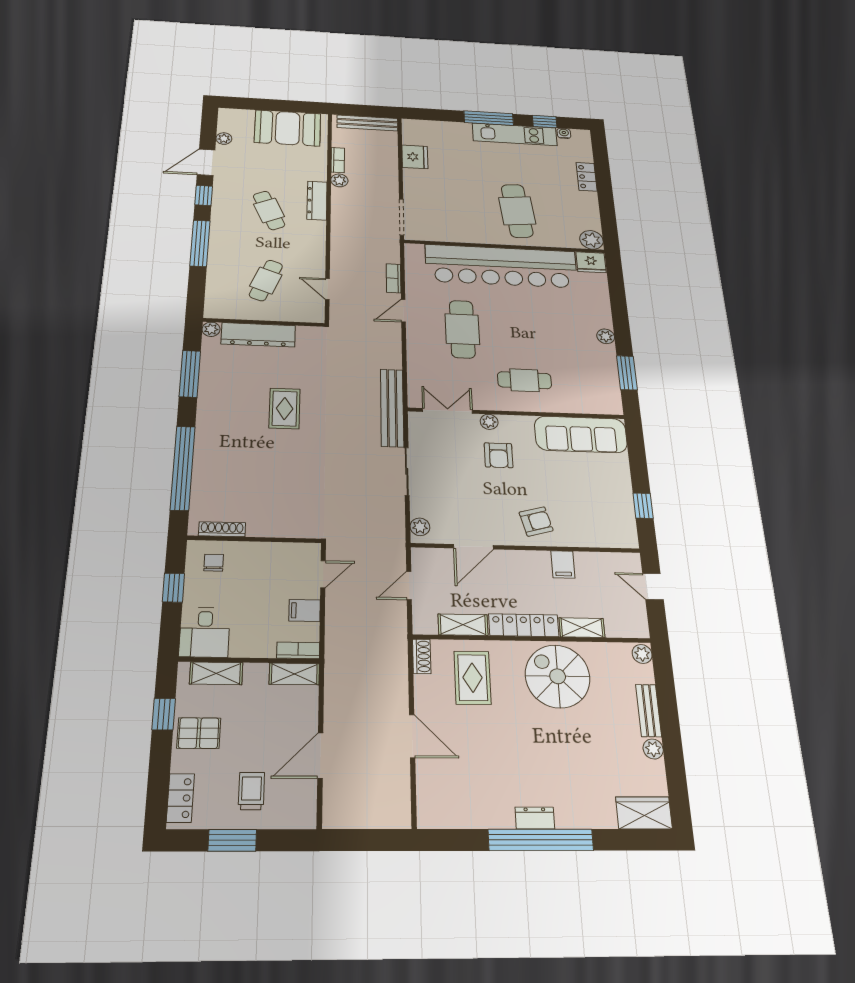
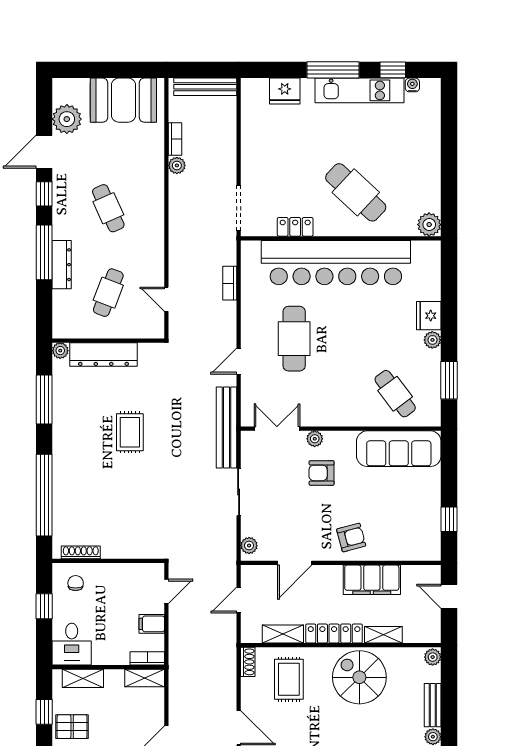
plant: (224, 139) -> (67, 119), width x1.88, depth x1.88
fridge: (415, 157) -> (285, 91), moved, turned 90
locker: (587, 177) -> (295, 227), moved, turned 90
dresser: (317, 201) -> (62, 265), moved, turned 180
cafe table: (517, 211) -> (356, 192), turned -41
fridge: (591, 262) -> (429, 316), moved, turned 90
door: (403, 311) -> (239, 361), moved
cafe table: (524, 380) -> (395, 394), moved, turned 53
armchair: (499, 455) -> (322, 473), turned 90
filing cabinet: (563, 564) -> (372, 580), width x3.00, depth x1.17

